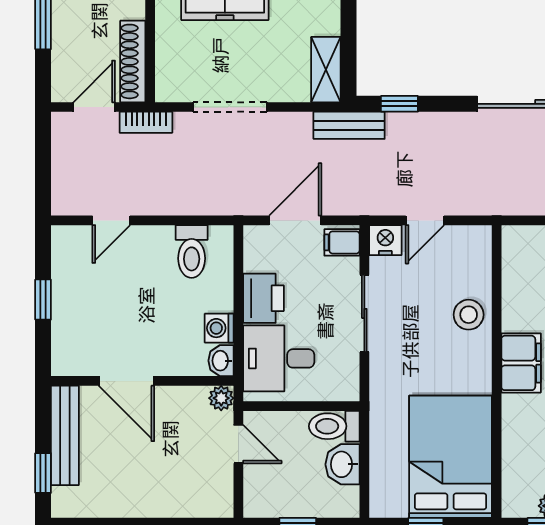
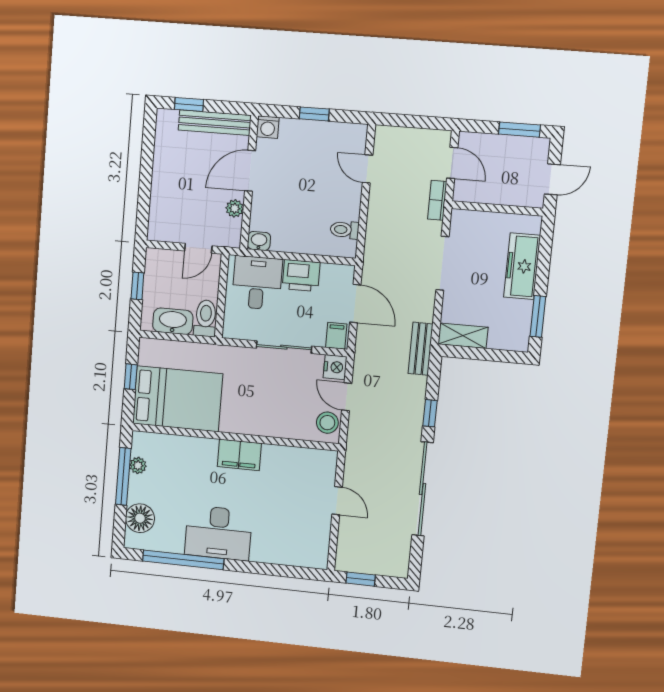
shoe rack: (133, 61) -> (483, 194), removed
window: (399, 104) -> (430, 413), moved
toilet: (192, 251) -> (345, 230), width x0.73, depth x0.72
stool: (469, 315) -> (327, 423), moved
washing machine: (219, 328) -> (268, 127), moved, turned 180
plant: (221, 398) -> (235, 208), moved
washbasin: (342, 464) -> (173, 321), width x1.38

